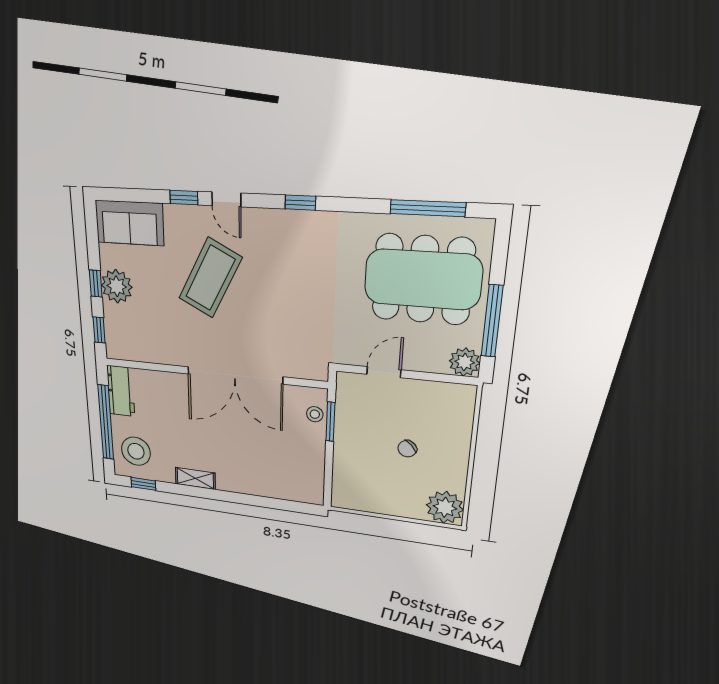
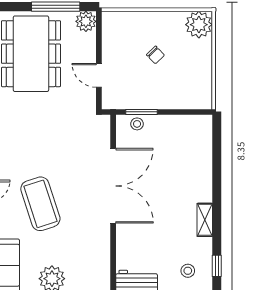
coffee table: (210, 278) -> (40, 204), turned 45
stool: (136, 451) -> (188, 271), width x0.53, depth x0.53

